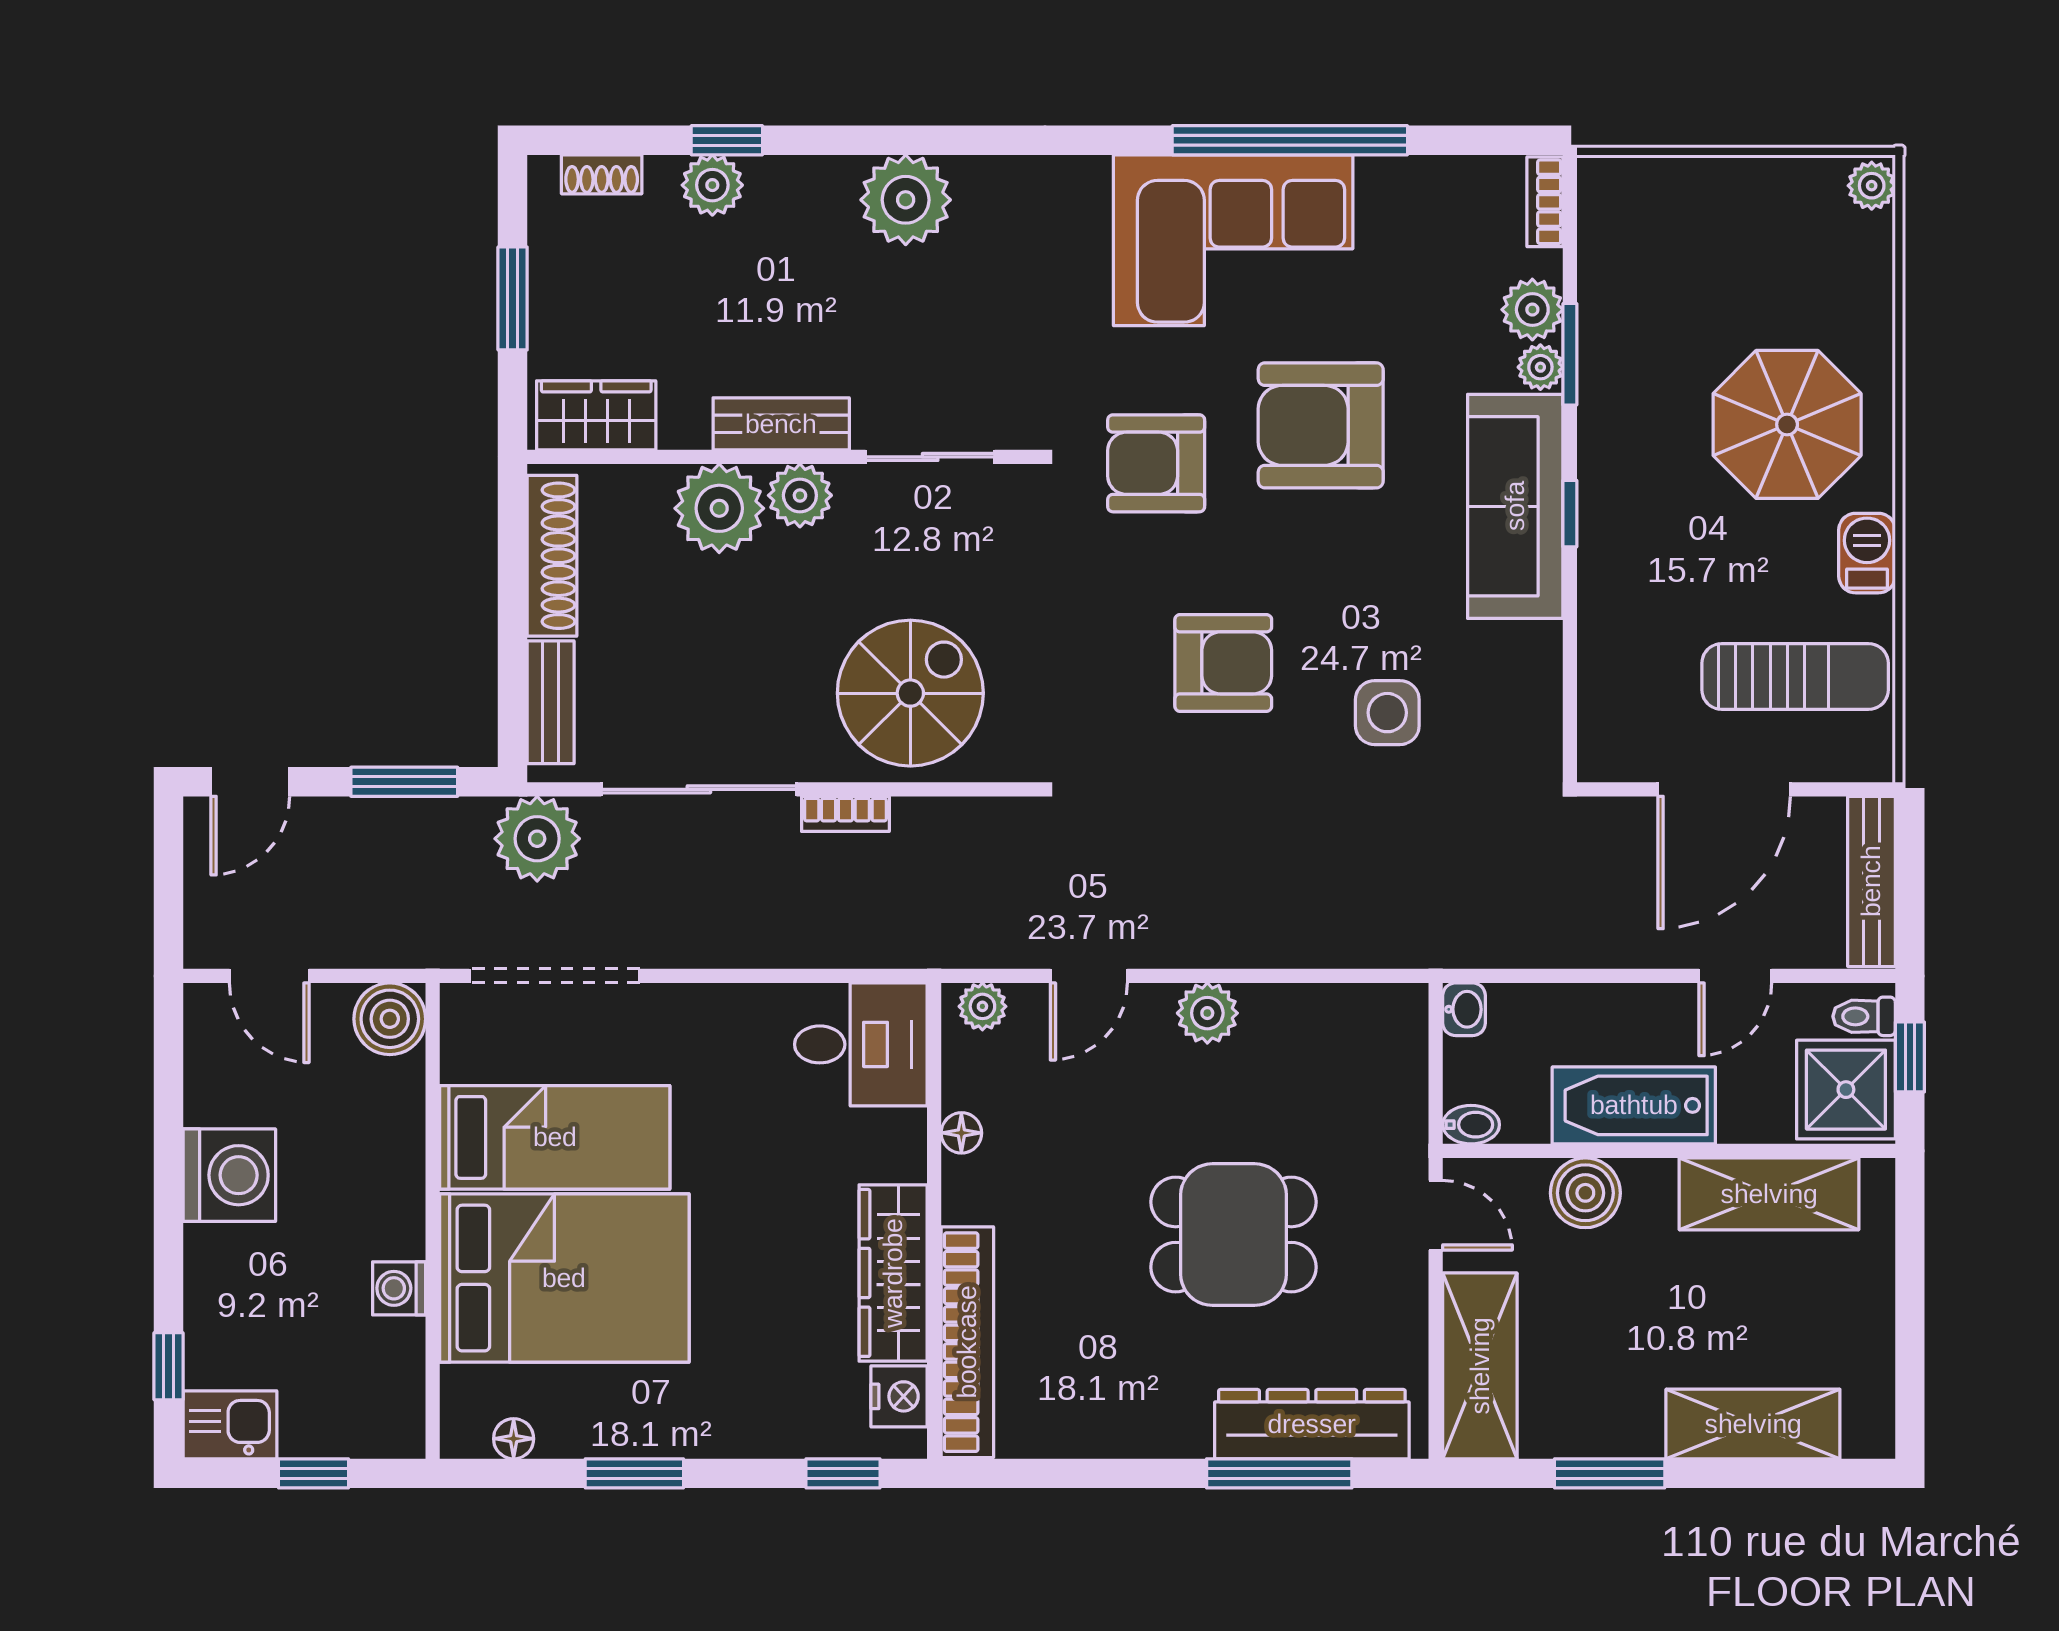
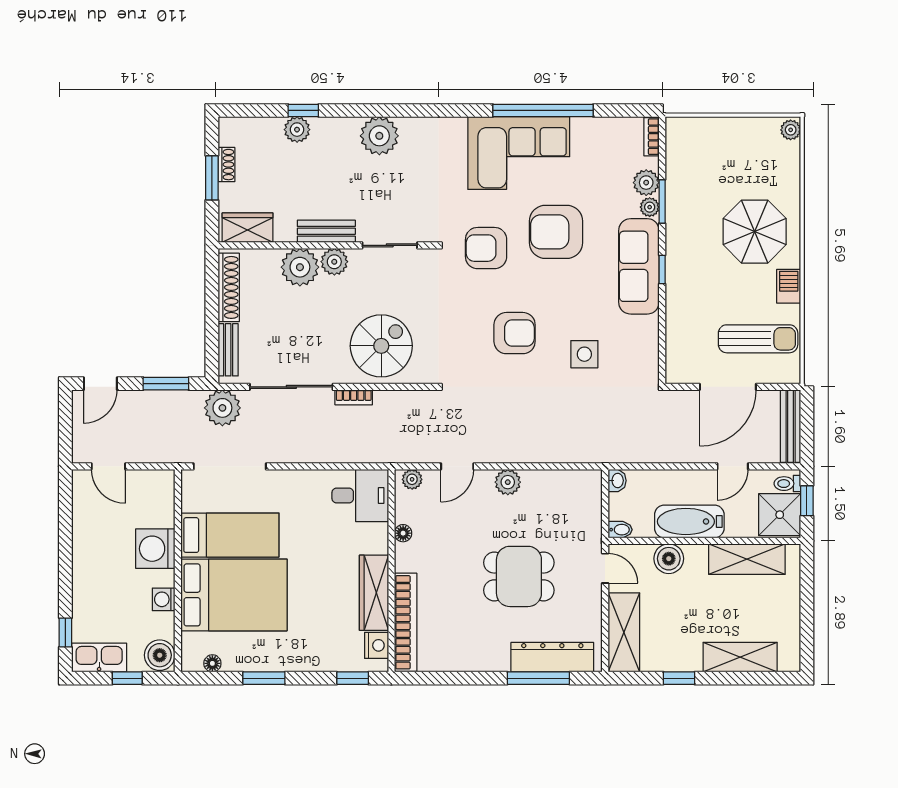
shoe rack: (602, 174) -> (226, 165), moved, turned -90
boiler: (390, 1019) -> (160, 655), moved
washing machine: (229, 1175) -> (155, 549), moved, turned 180
kitchen sink: (230, 1425) -> (99, 657), width x1.38
window: (1610, 1473) -> (679, 678), width x0.67

